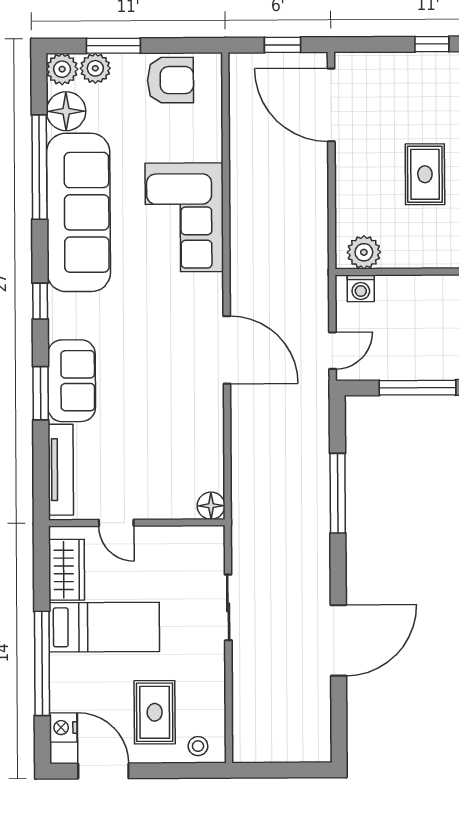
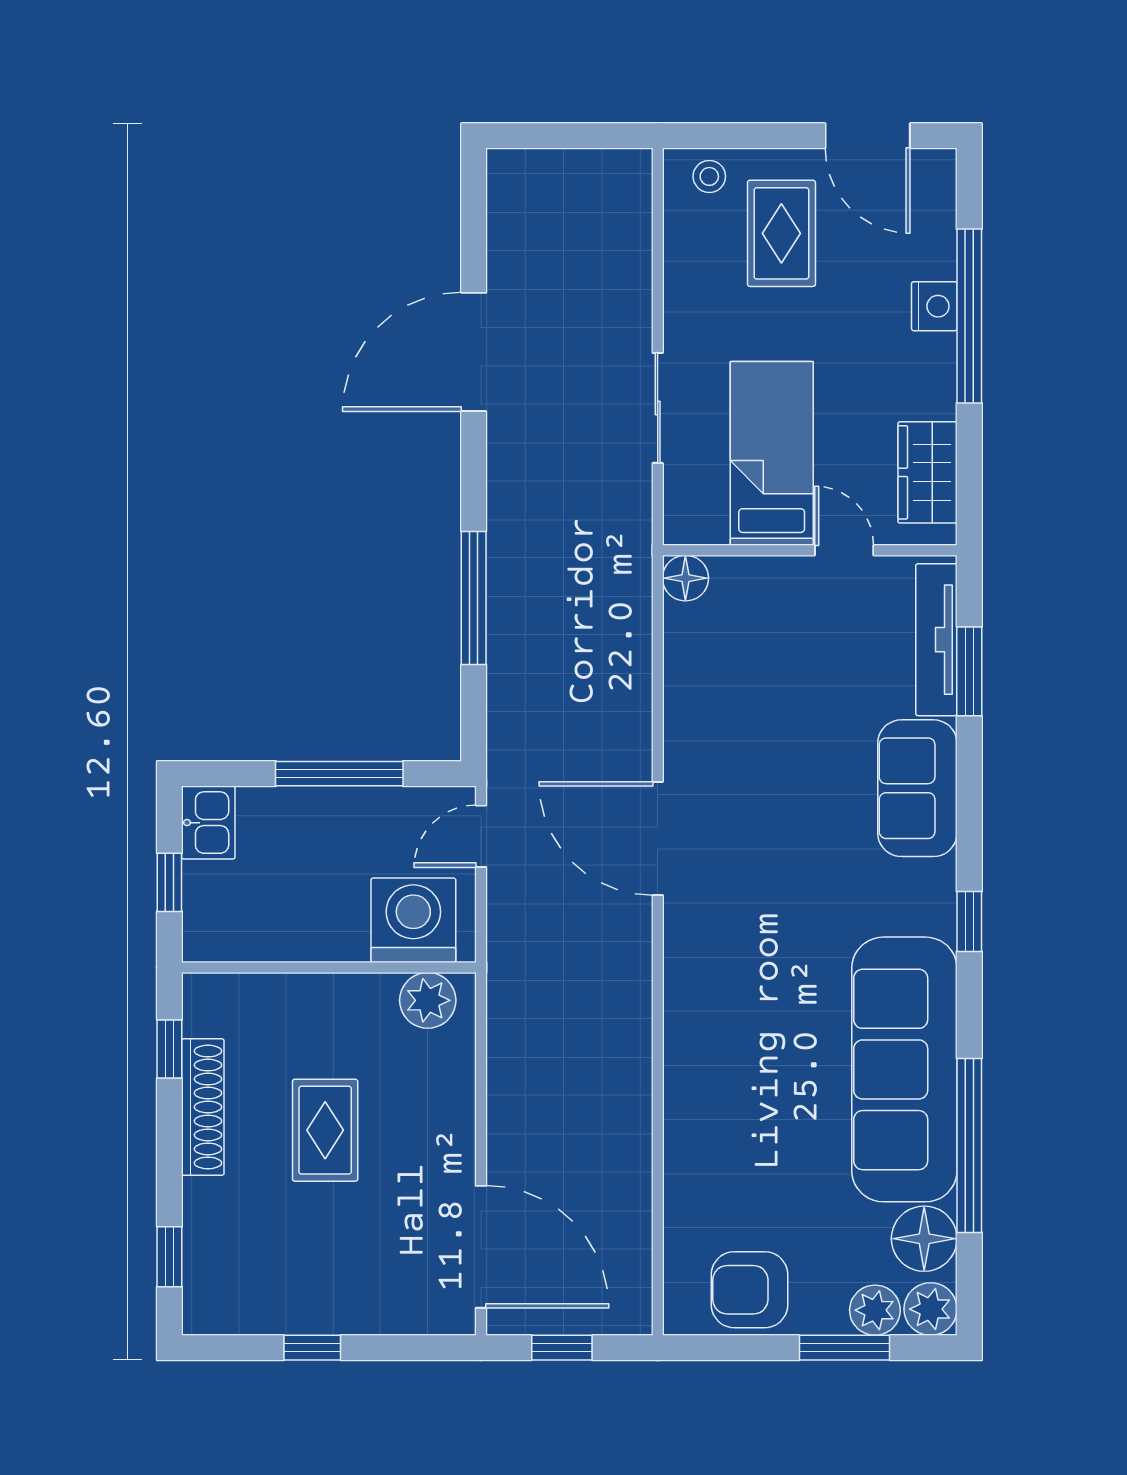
corner sofa: (184, 217) -> (728, 1060), removed
washing machine: (361, 288) -> (413, 920), width x1.89, depth x1.89
window: (41, 393) -> (969, 671), moved
bed: (104, 627) -> (772, 453), moved, turned 90
nightstand: (63, 728) -> (934, 306), moved

